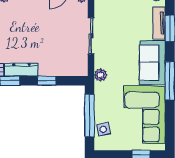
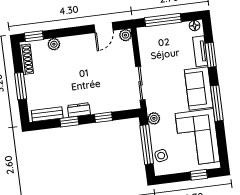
sliding door: (91, 36) -> (140, 83), moved
dresser: (22, 70) -> (79, 110), width x0.70
plant: (101, 75) -> (154, 118), moved

